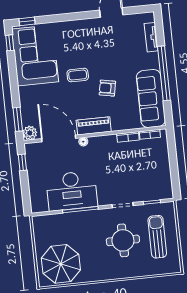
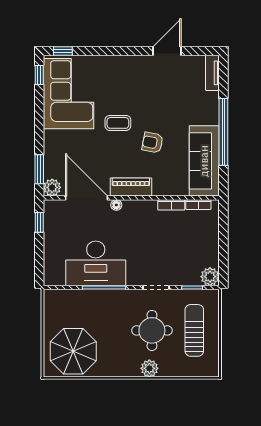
tv unit: (151, 37) -> (212, 73), moved
plant: (165, 192) -> (210, 277), added
plant: (124, 271) -> (149, 368), added

